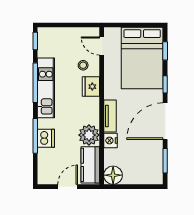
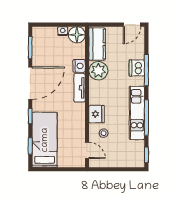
bed: (142, 58) -> (45, 140), width x0.67
nightstand: (129, 179) -> (63, 31), added
door: (68, 187) -> (132, 25), moved

